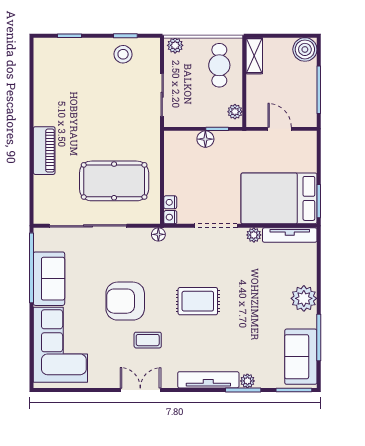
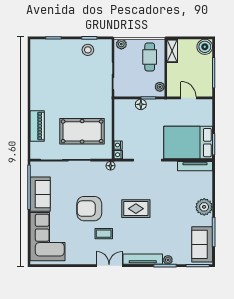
piano: (44, 151) -> (37, 126), moved
plant: (254, 235) -> (172, 166), removed
double door: (140, 390) -> (109, 266), moved

